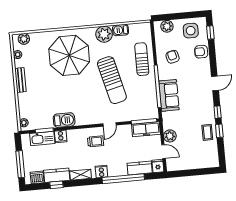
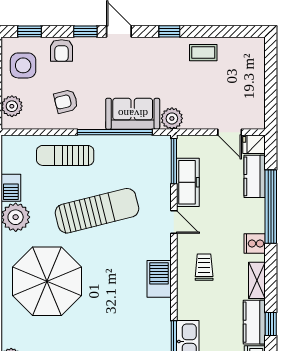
barbecue: (64, 120) -> (159, 279), moved
freezer: (146, 129) -> (188, 182), moved
window: (219, 131) -> (85, 31), moved
cooker: (61, 136) -> (187, 309), removed
plant: (170, 136) -> (172, 118), moved
trolley: (96, 141) -> (204, 267), moved
door: (164, 151) -> (230, 132), swing flipped

